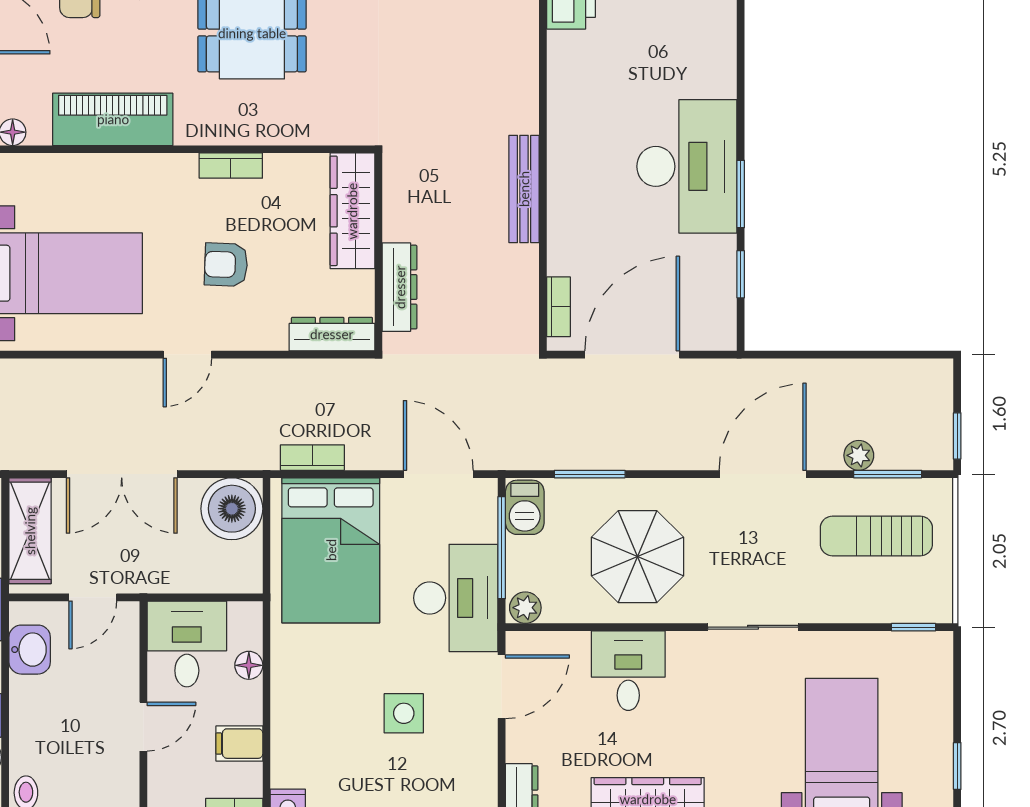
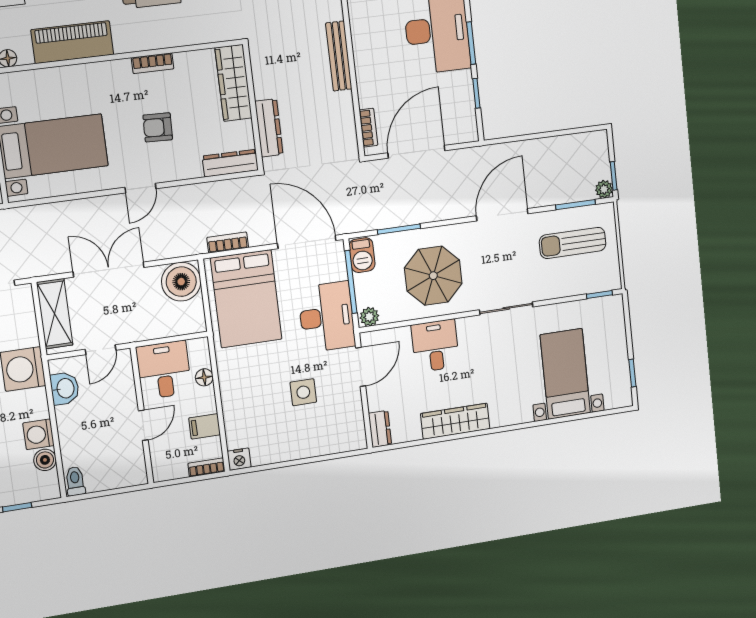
plant: (859, 455) -> (604, 189), moved
double door: (122, 474) -> (109, 270), swing flipped
door: (438, 474) -> (307, 242), width x1.36

